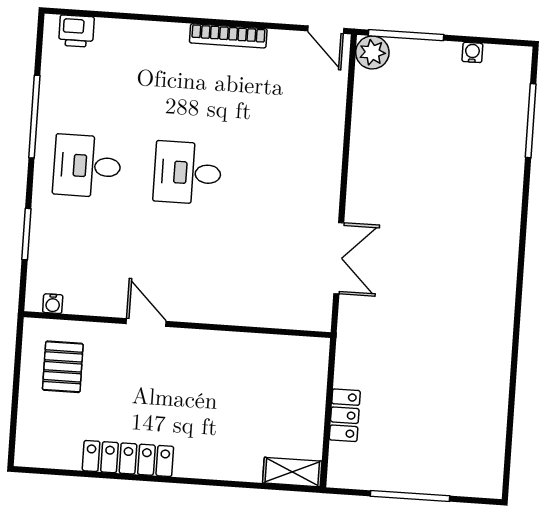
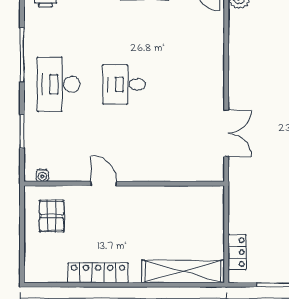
desk: (87, 166) -> (59, 84), width x1.37
locker: (345, 415) -> (237, 252), moved
shelving: (292, 472) -> (183, 271), width x2.20, depth x1.33

